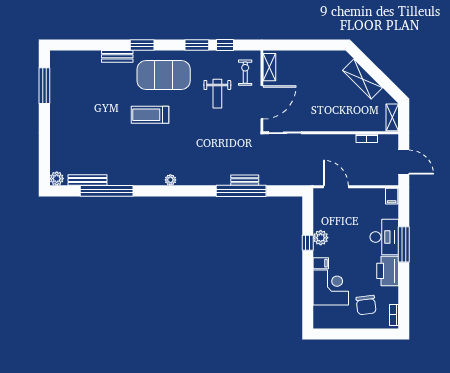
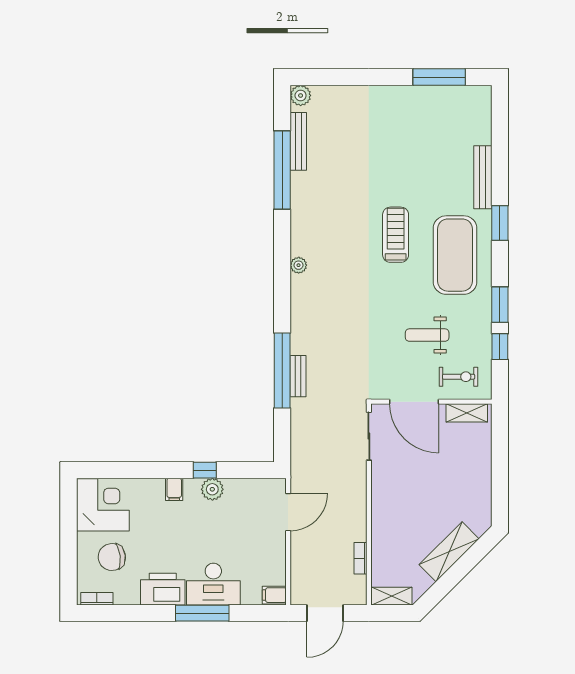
bench: (117, 56) -> (483, 177), width x1.36
corner desk: (331, 288) -> (103, 505), moved, turned -90

